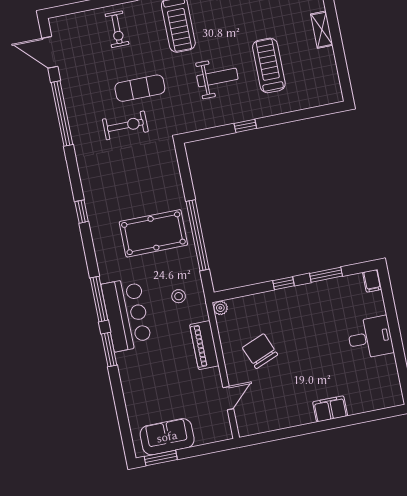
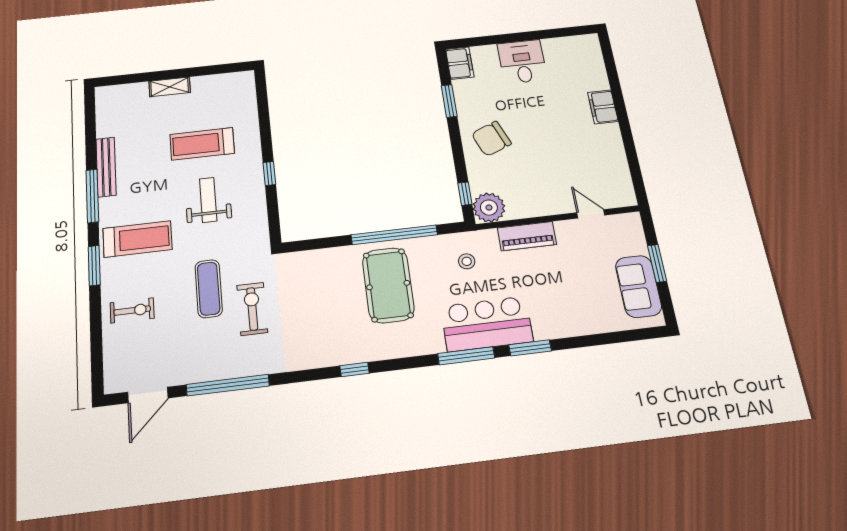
filing cabinet: (372, 281) -> (460, 63), width x2.00
window: (283, 283) -> (465, 194), moved
plant: (220, 308) -> (489, 208), width x1.88, depth x1.88
chair: (260, 351) -> (491, 139), moved
window: (161, 458) -> (657, 263), moved

